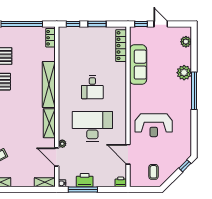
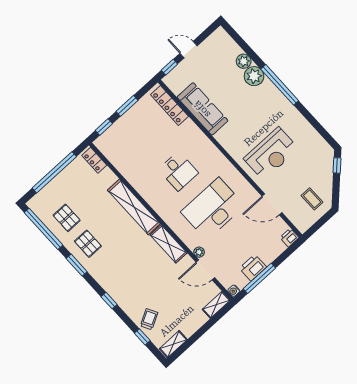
plant: (186, 42) -> (244, 61), moved

